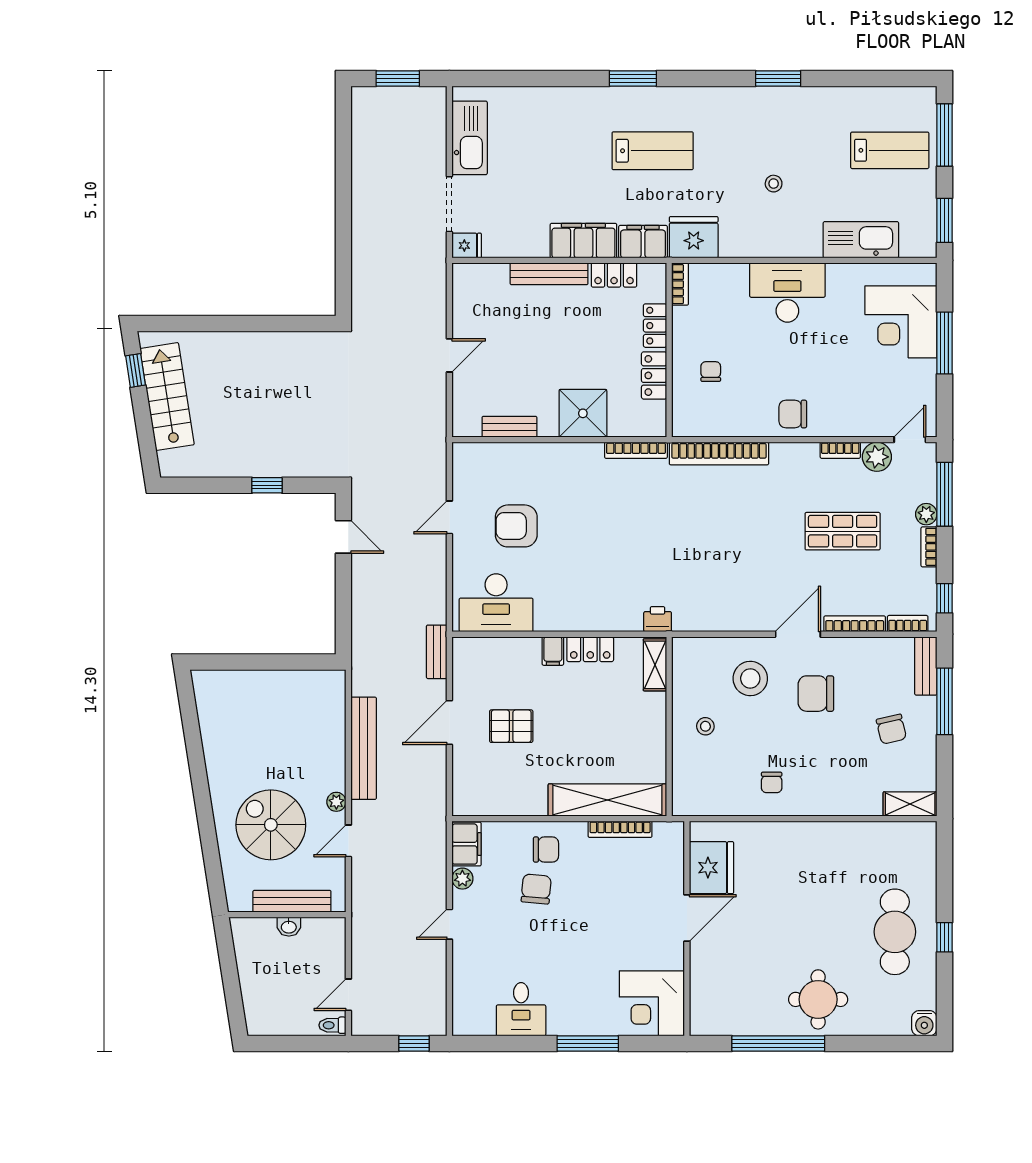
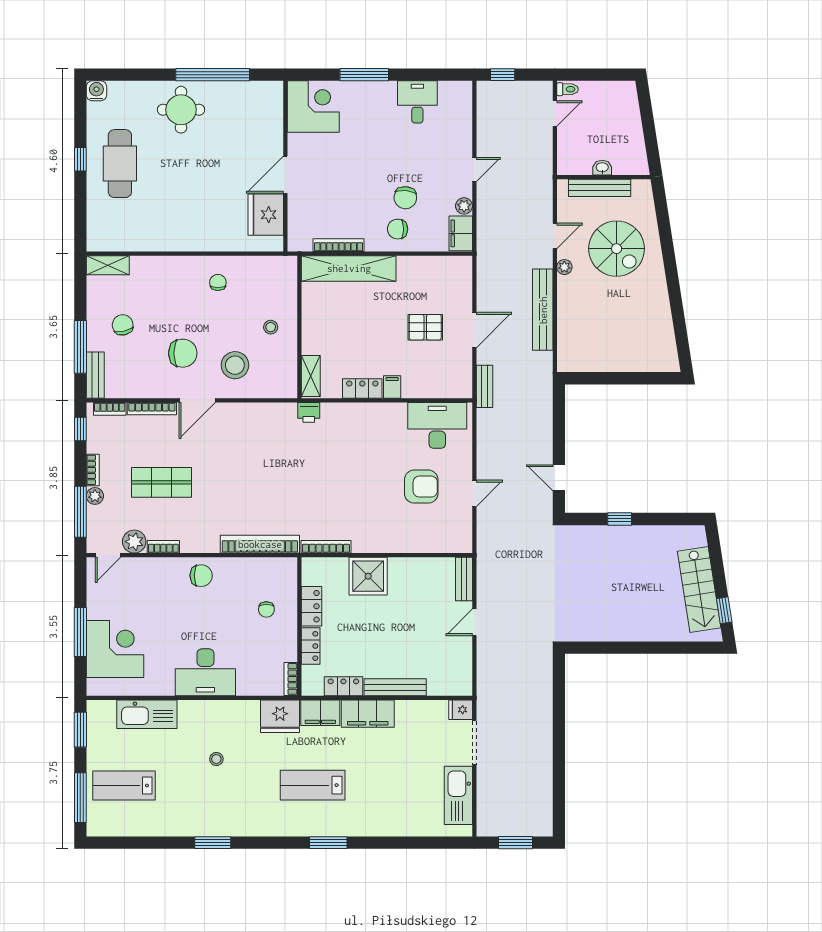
bench: (509, 427) -> (464, 579), moved, turned 90

